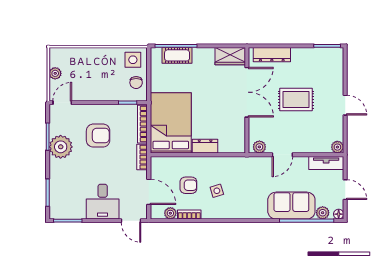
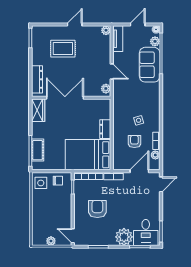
rug: (296, 100) -> (63, 49), moved, turned 90
plant: (61, 147) -> (124, 237), moved
desk: (103, 202) -> (146, 232), moved, turned 90

